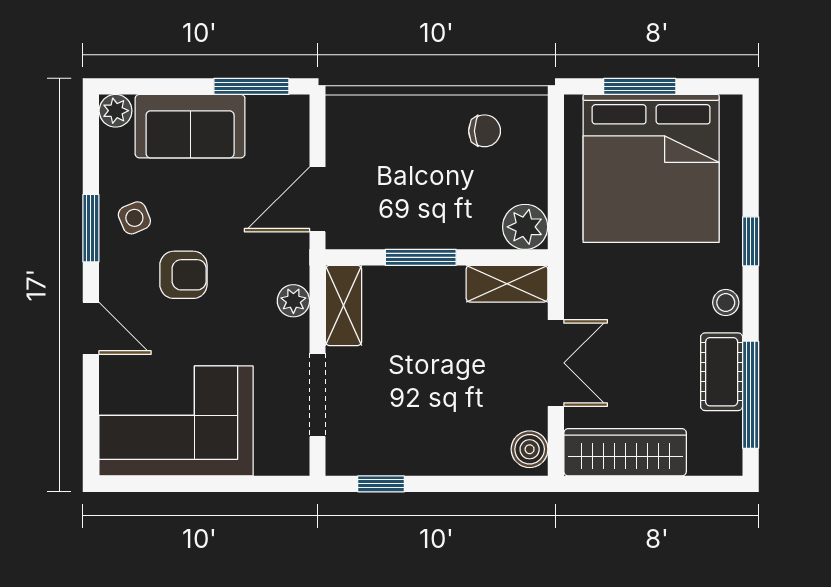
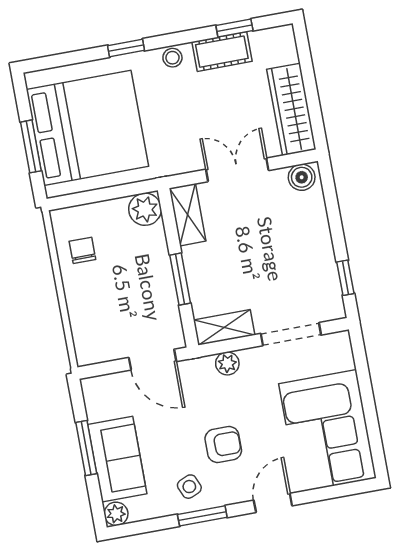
window: (251, 86) -> (86, 448), moved
armchair: (183, 275) -> (223, 445), turned 90
window: (751, 395) -> (234, 28), width x0.46

